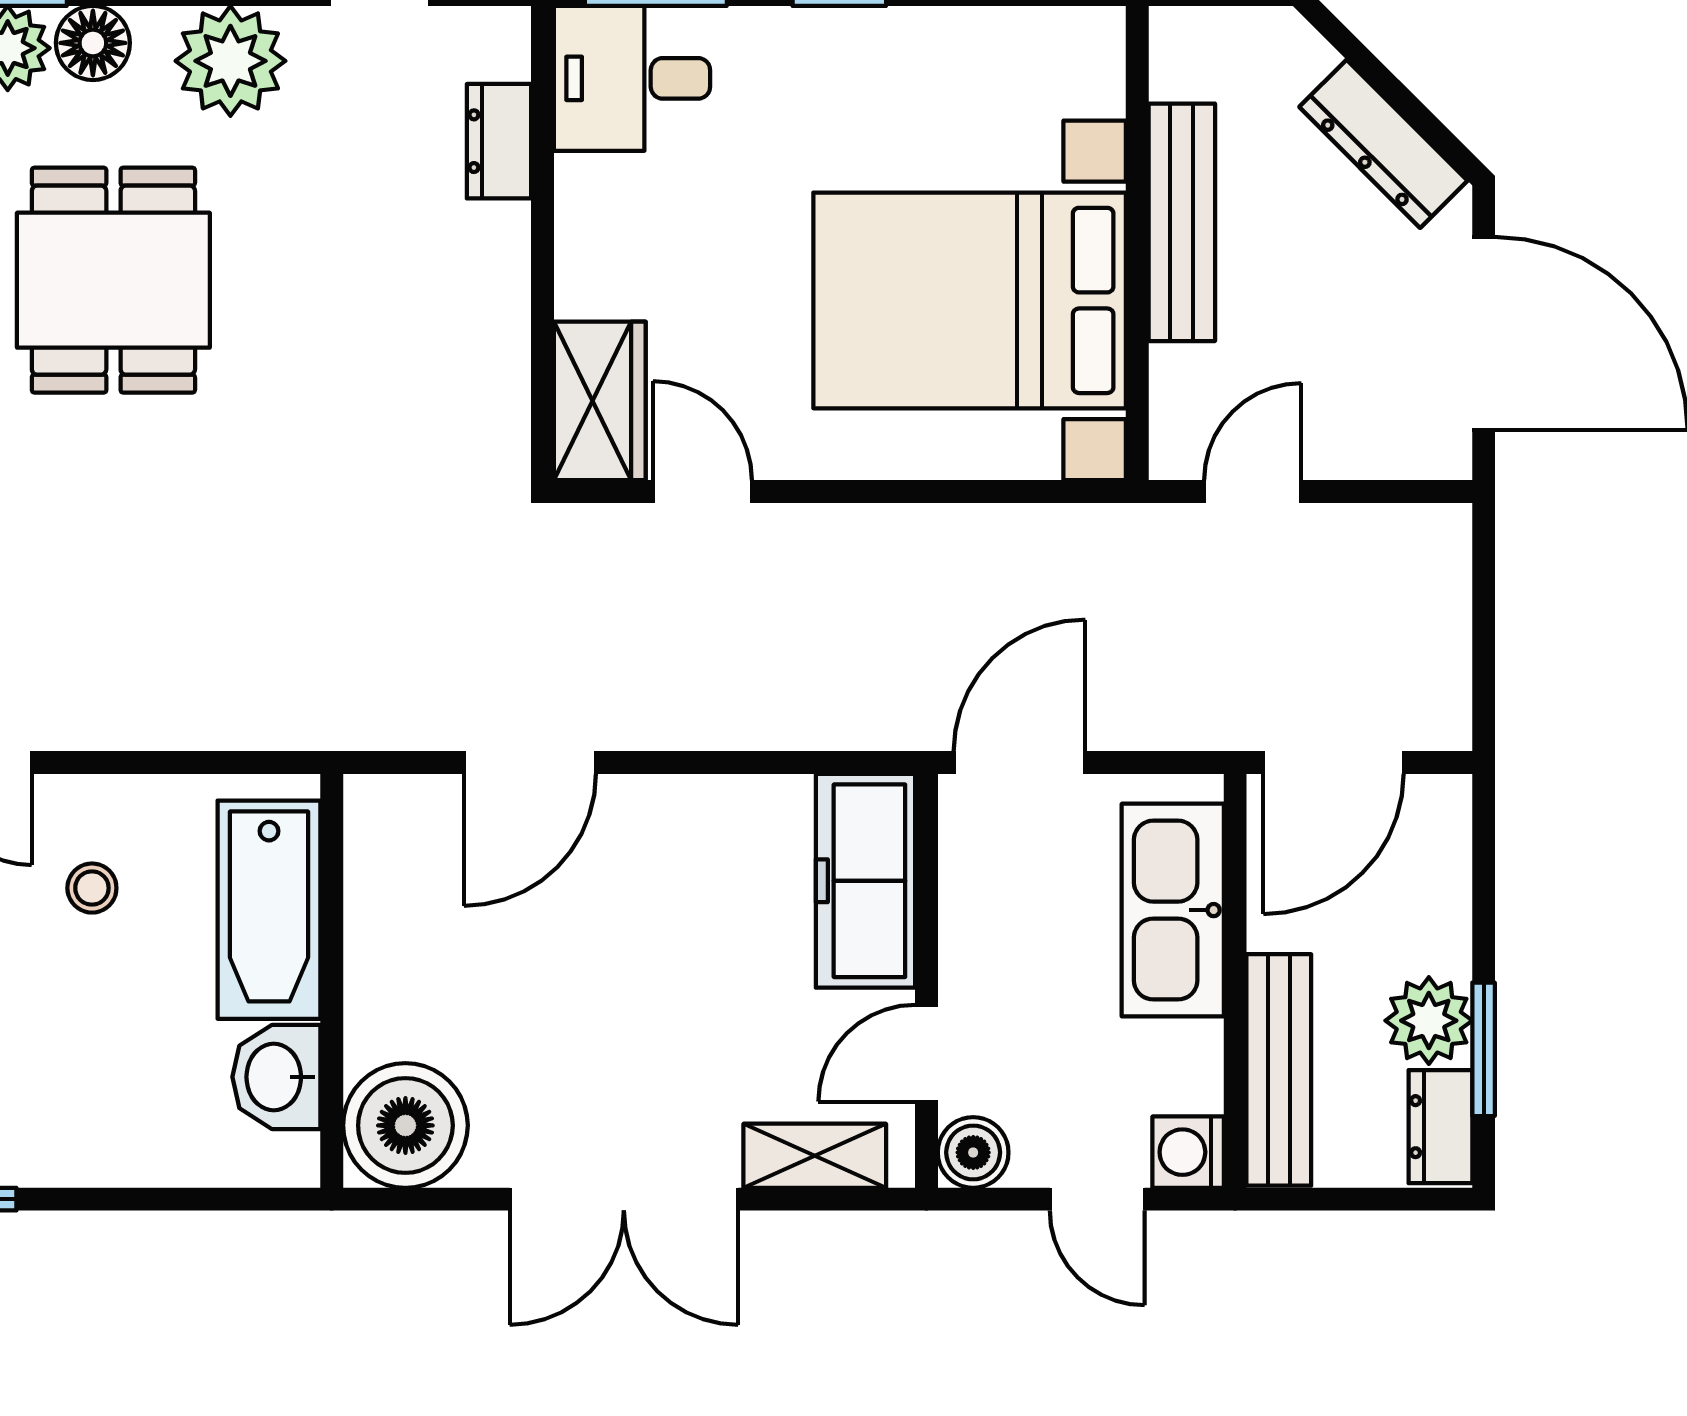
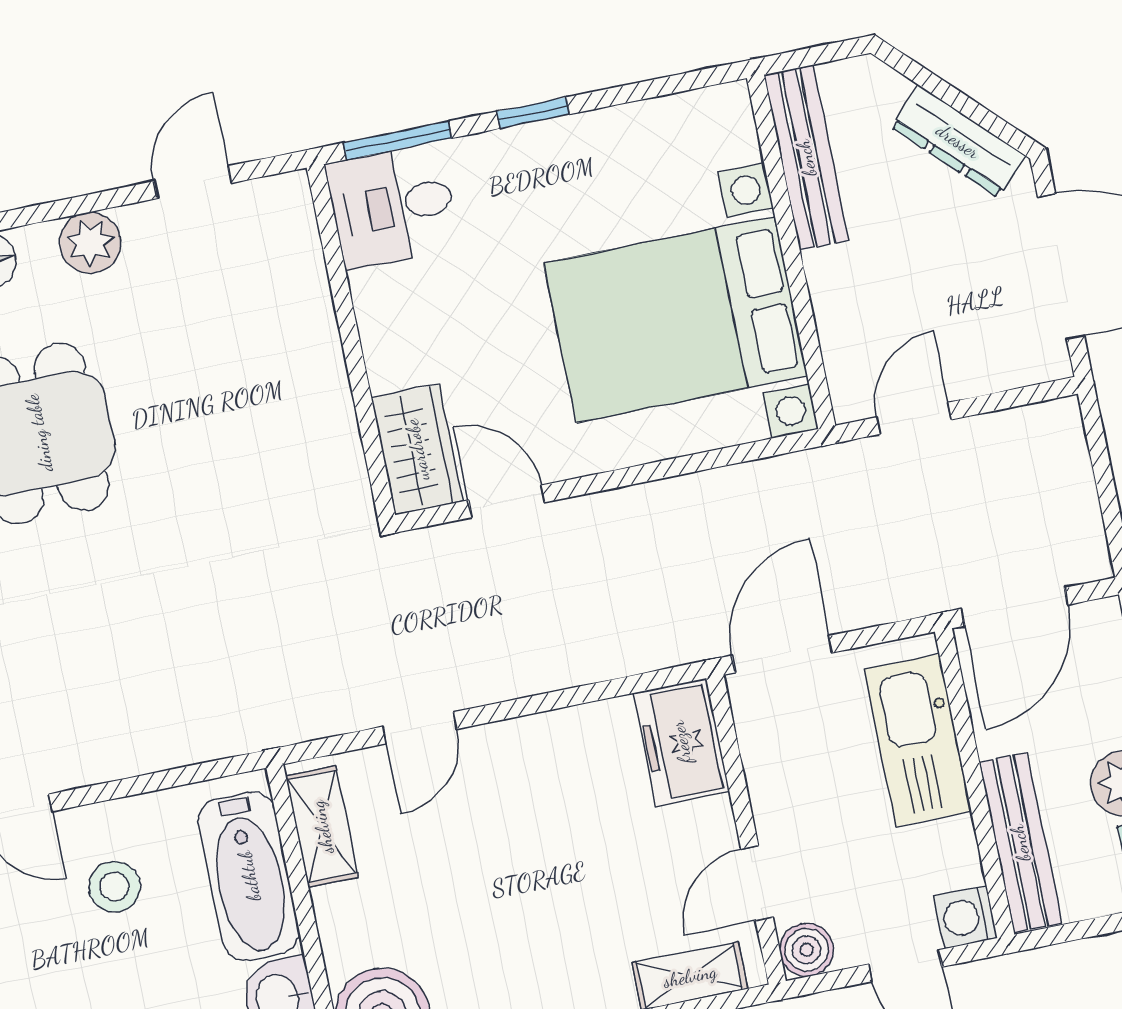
plant: (230, 61) -> (90, 243), width x0.73, depth x0.73
dresser: (499, 141) -> (303, 273), removed
bench: (1182, 222) -> (806, 158), moved
door: (530, 763) -> (420, 728), width x0.73
shelving: (377, 865) -> (322, 827), added
freezer: (866, 881) -> (681, 742), width x0.71
stool: (92, 888) -> (114, 887), width x1.37, depth x1.37

